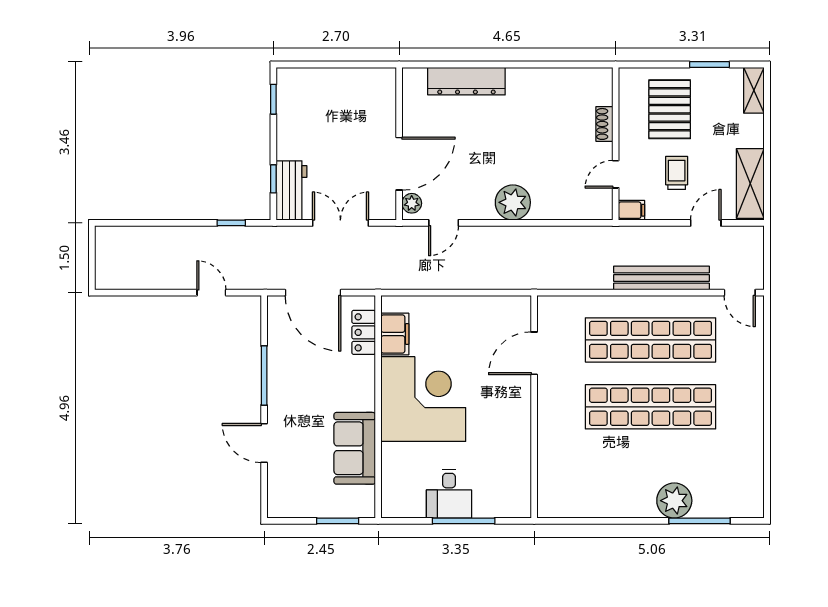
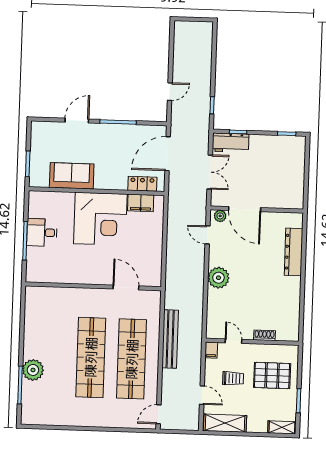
bench: (661, 278) -> (170, 339), moved

